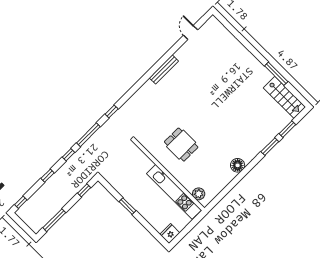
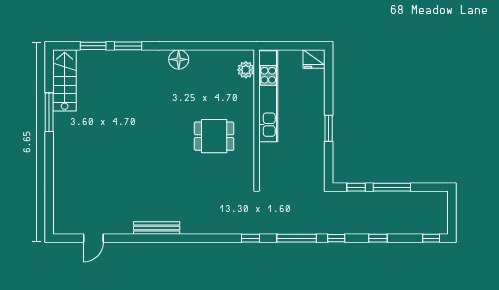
dining table: (181, 145) -> (214, 136), turned 90
window: (54, 220) -> (392, 187), moved

